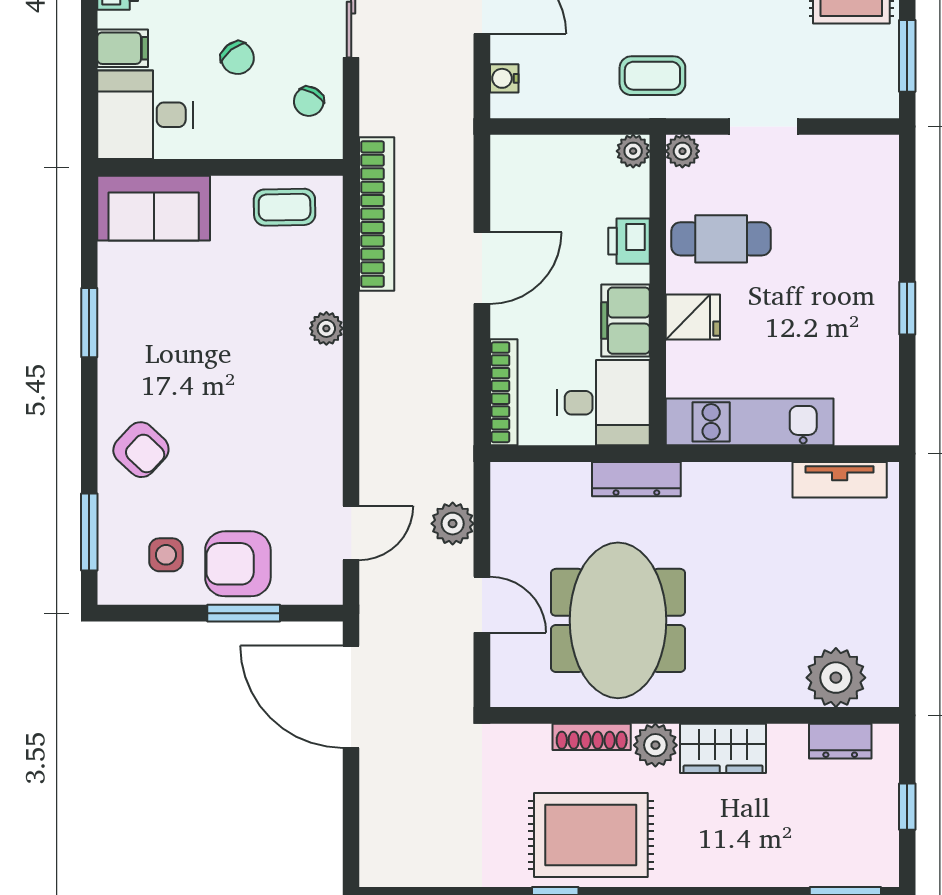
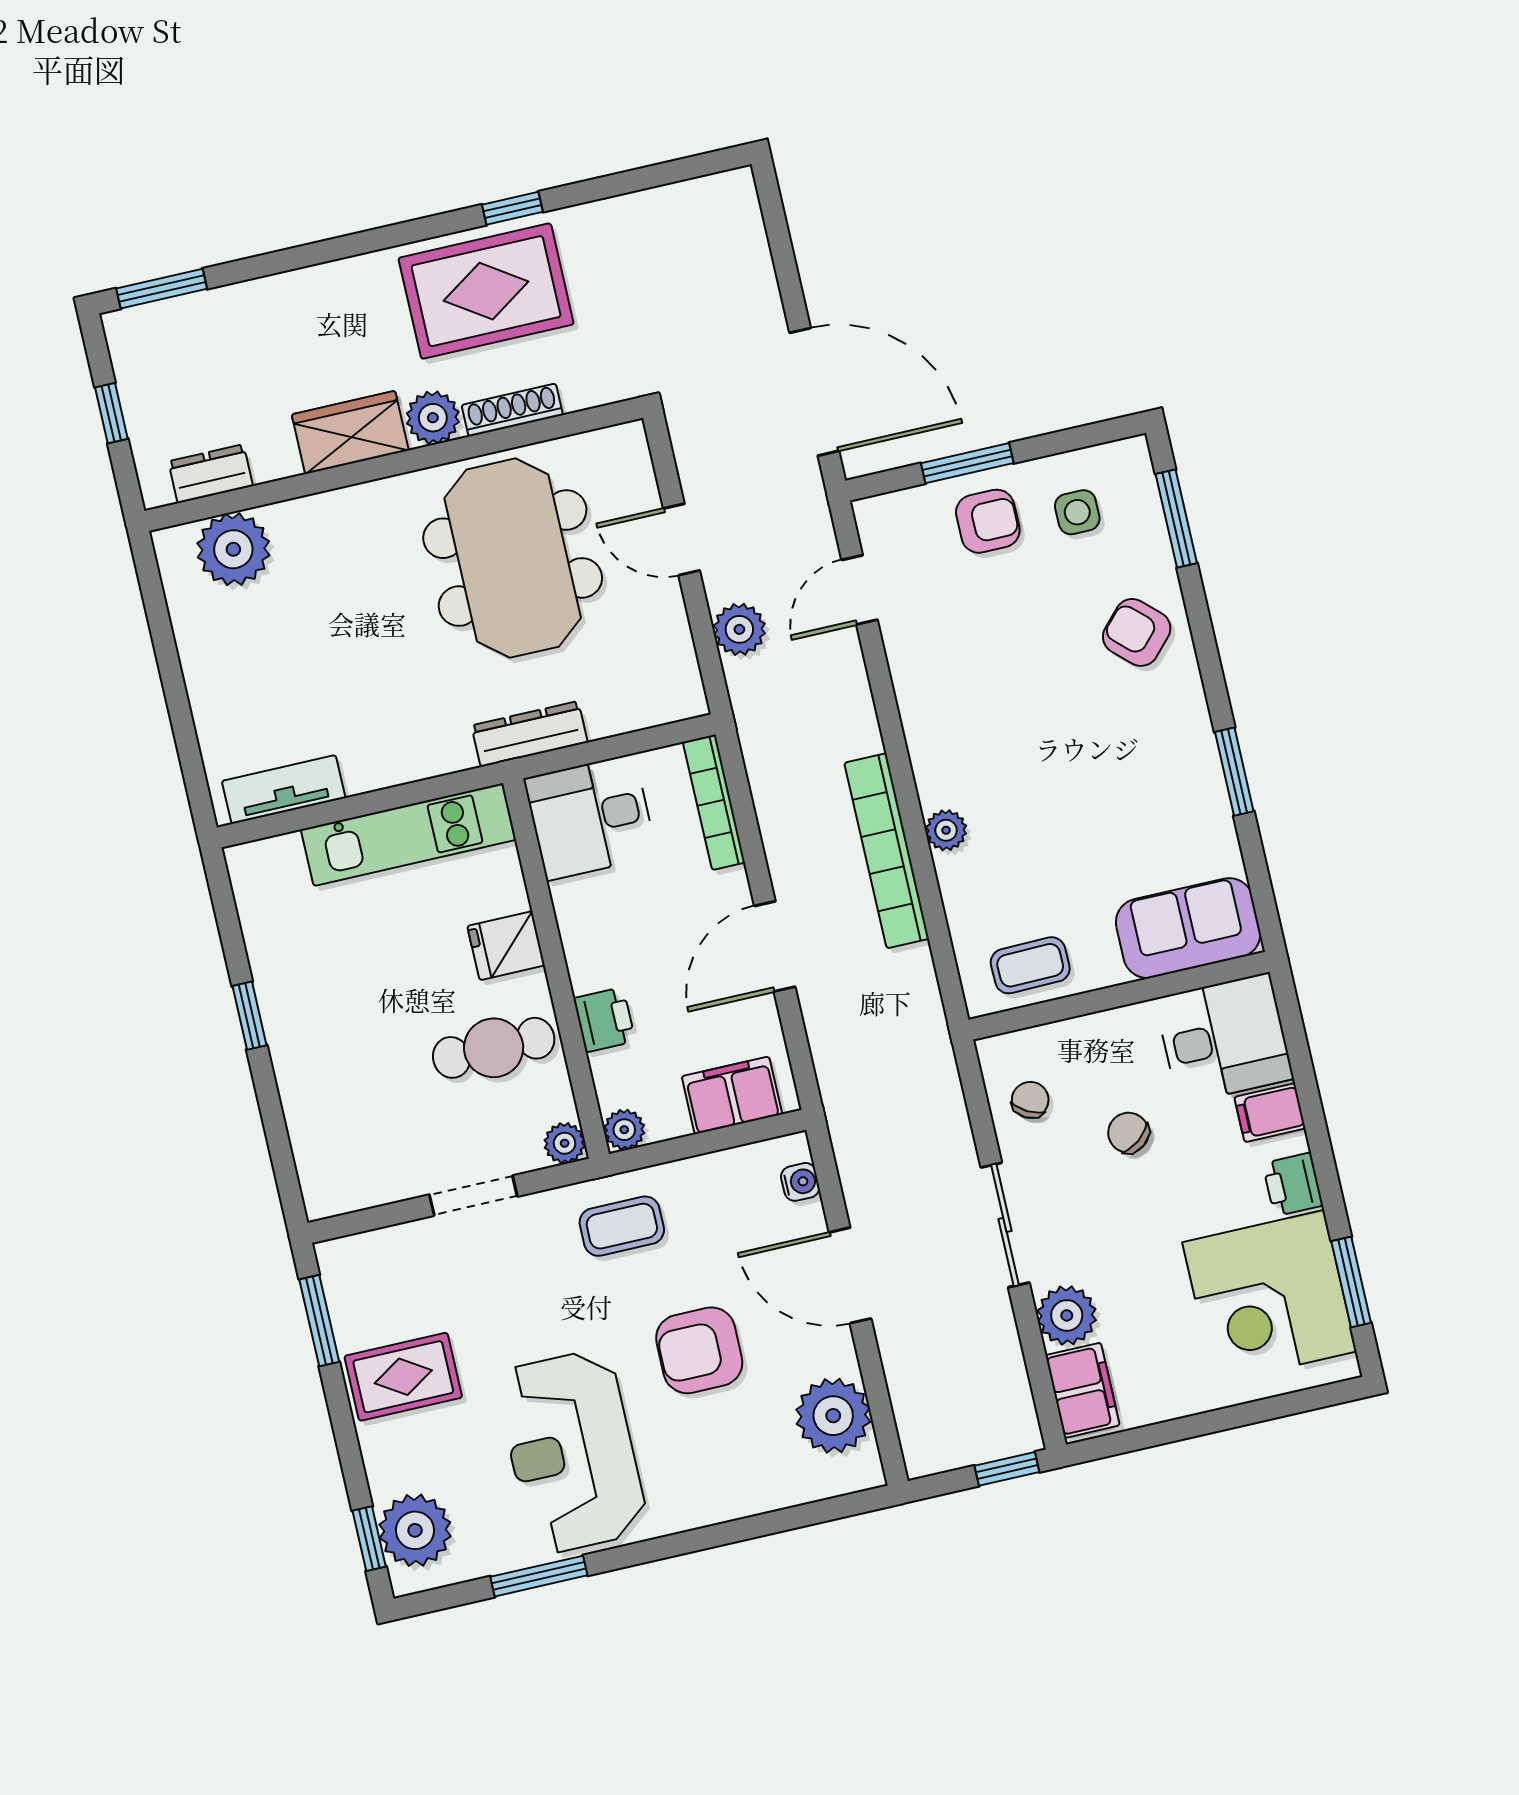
bookcase: (377, 214) -> (887, 851), moved
filing cabinet: (625, 321) -> (732, 1095), moved, turned -90
armchair: (238, 564) -> (988, 521), width x0.72, depth x0.72

